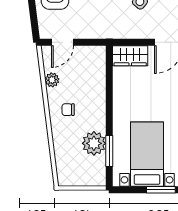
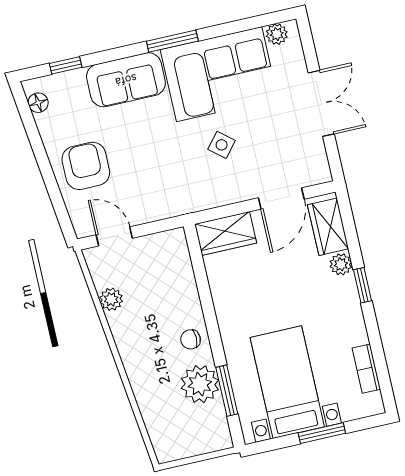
door: (62, 42) -> (114, 236), swing flipped
chair: (68, 110) -> (191, 339), moved

